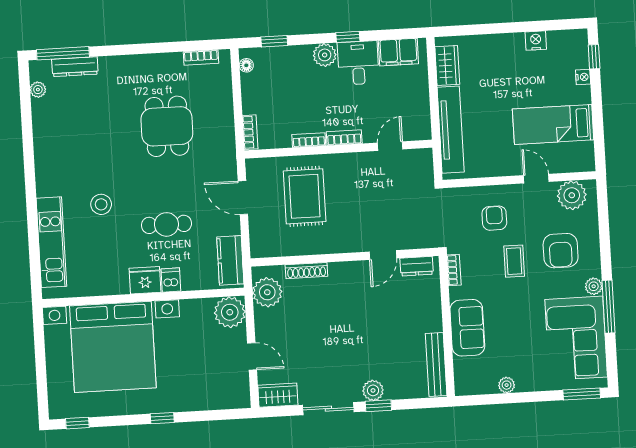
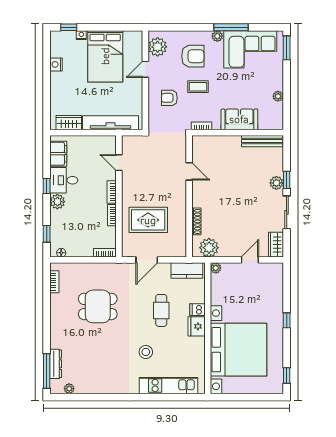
bed: (553, 124) -> (105, 56), width x1.50
dresser: (417, 266) -> (198, 150), removed
plant: (230, 312) -> (216, 268), width x0.53, depth x0.53

